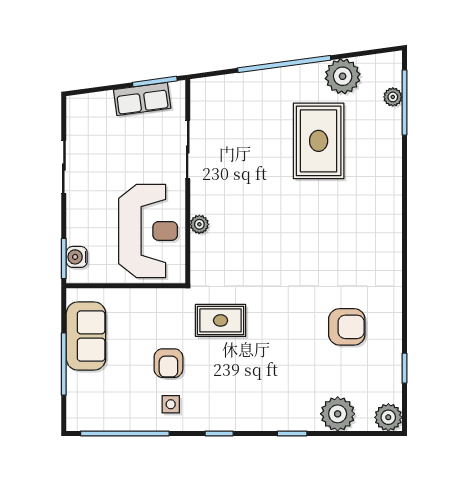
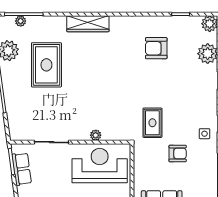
rug: (319, 141) -> (46, 65), turned 90
wardrobe: (388, 211) -> (88, 24), added
armchair: (347, 327) -> (156, 48), turned -90
side table: (171, 404) -> (205, 134), moved

